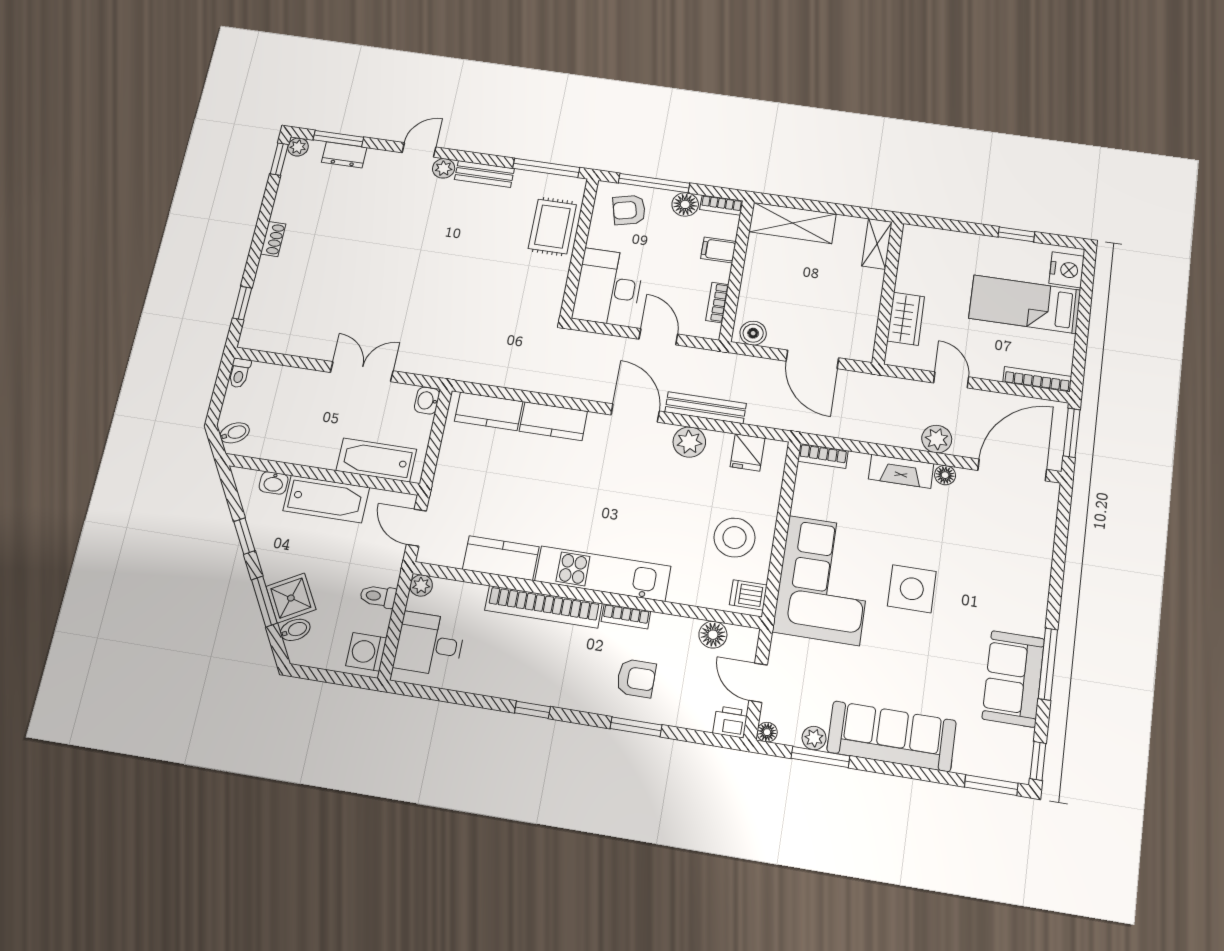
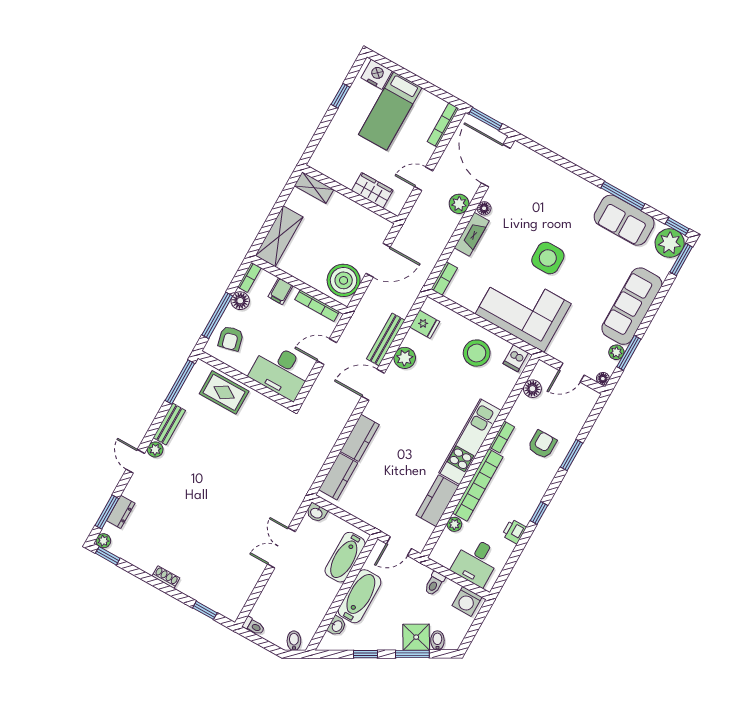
bookcase: (717, 303) -> (317, 306), width x1.56
boiler: (753, 333) -> (344, 280), width x1.86, depth x1.86
plant: (421, 585) -> (454, 524), moved
printer: (730, 722) -> (514, 531), moved
plant: (1008, 759) -> (670, 243), added

